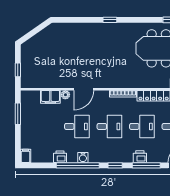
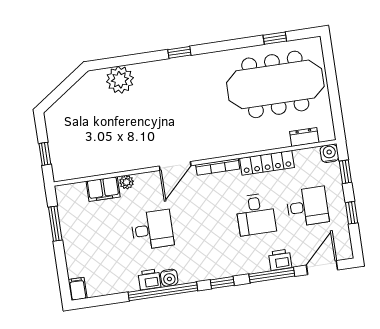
plant: (71, 31) -> (120, 80), added
door: (84, 89) -> (175, 166), moved
desk: (109, 126) -> (204, 222), removed
desk: (142, 126) -> (256, 214), turned 90
printer: (60, 157) -> (149, 279), moved
printer: (140, 157) -> (280, 260), moved

